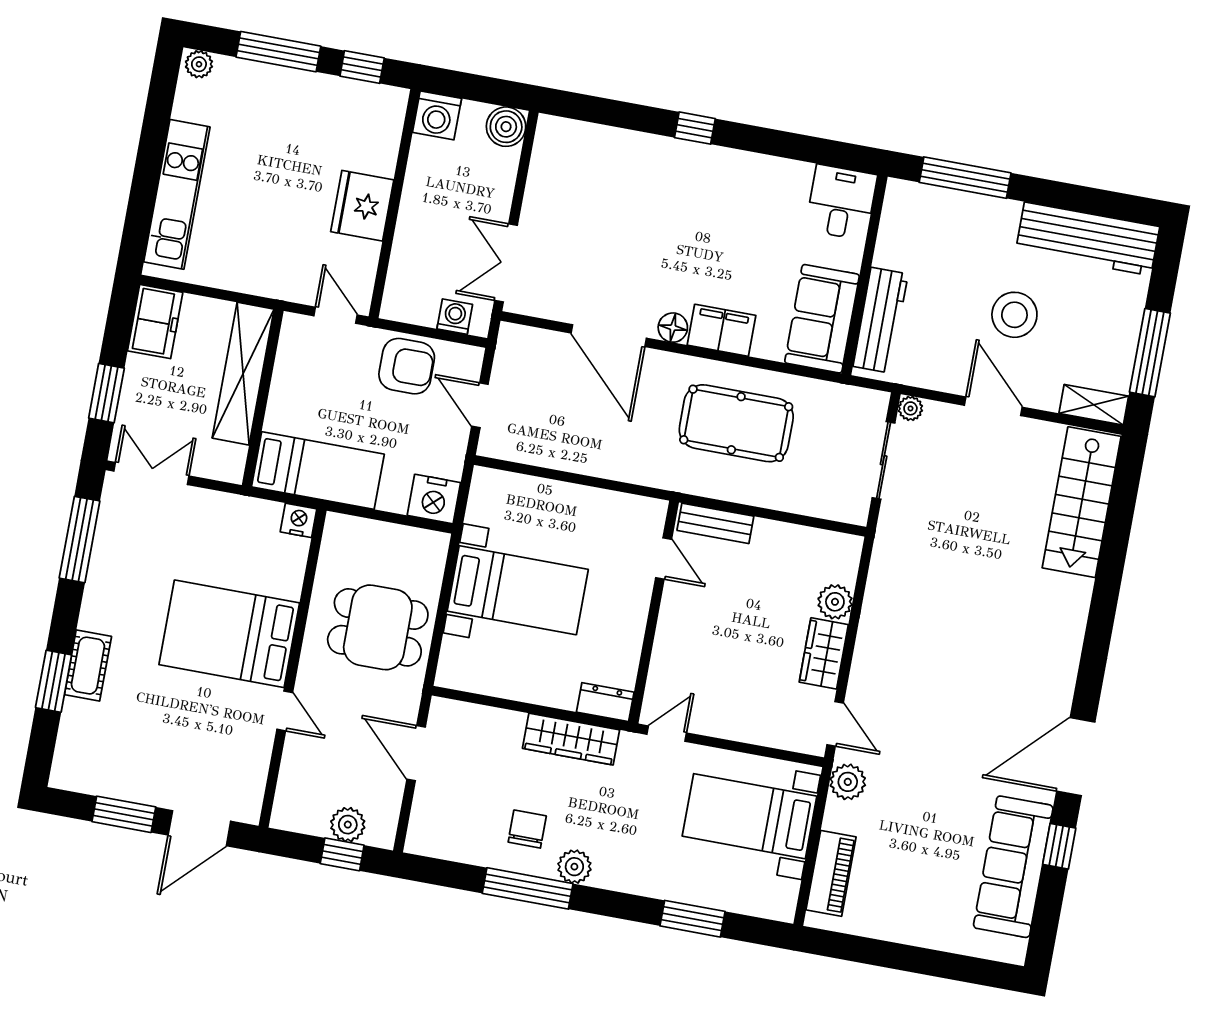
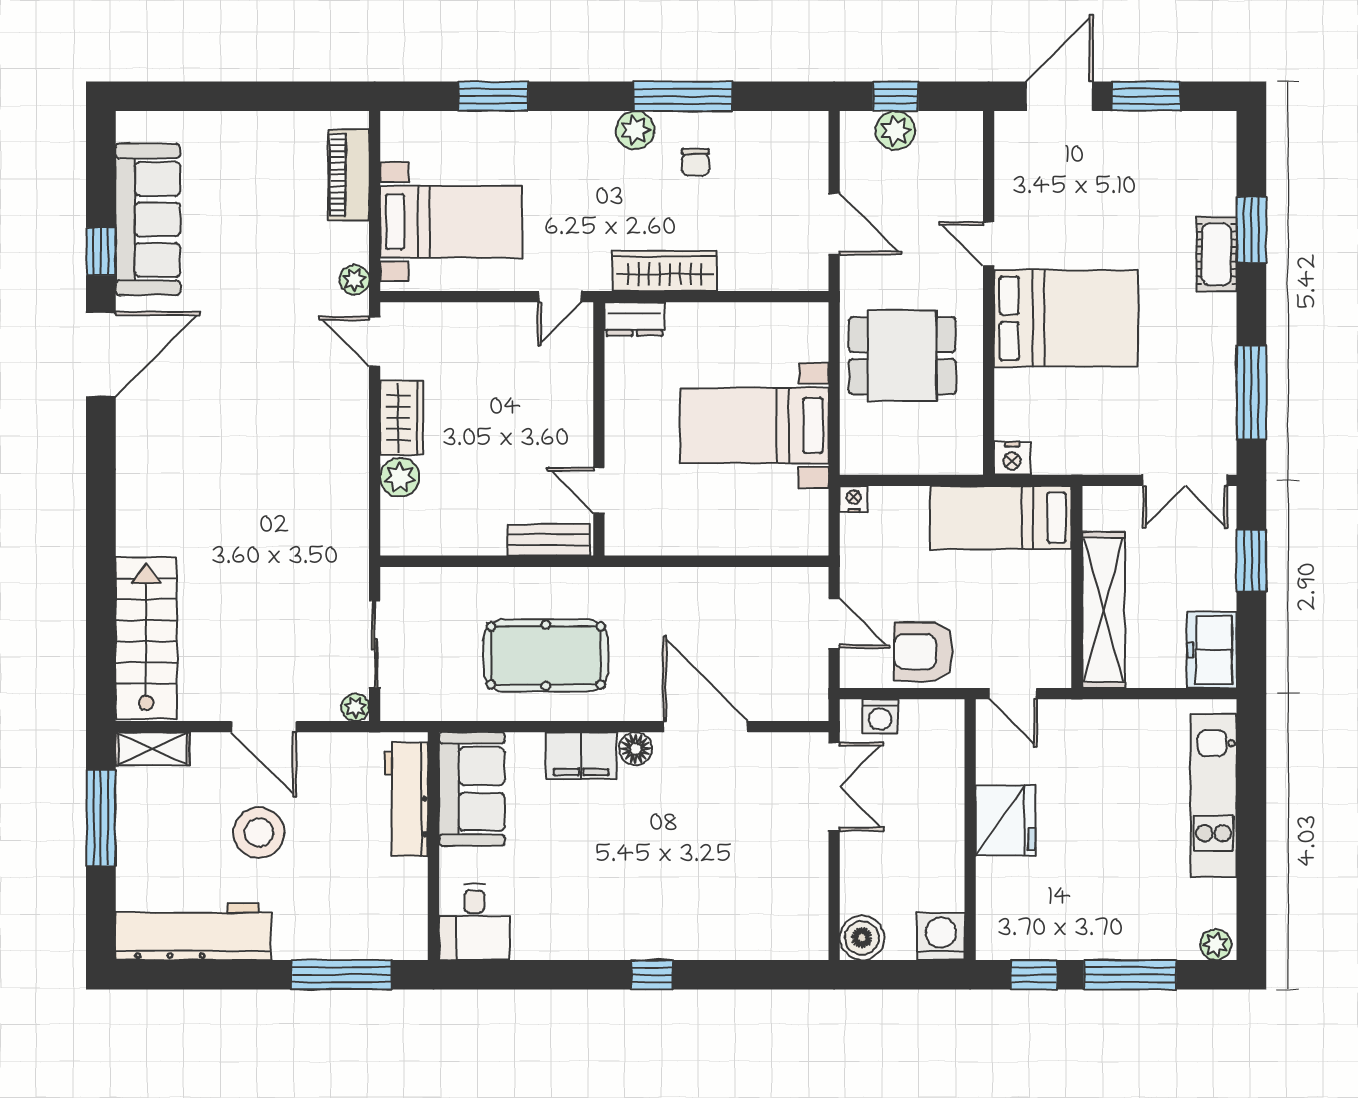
nightstand: (434, 499) -> (854, 499), width x0.53, depth x0.56
plant: (848, 782) -> (354, 280), width x0.73, depth x0.73
chair: (527, 829) -> (695, 162), width x0.73, depth x0.73

